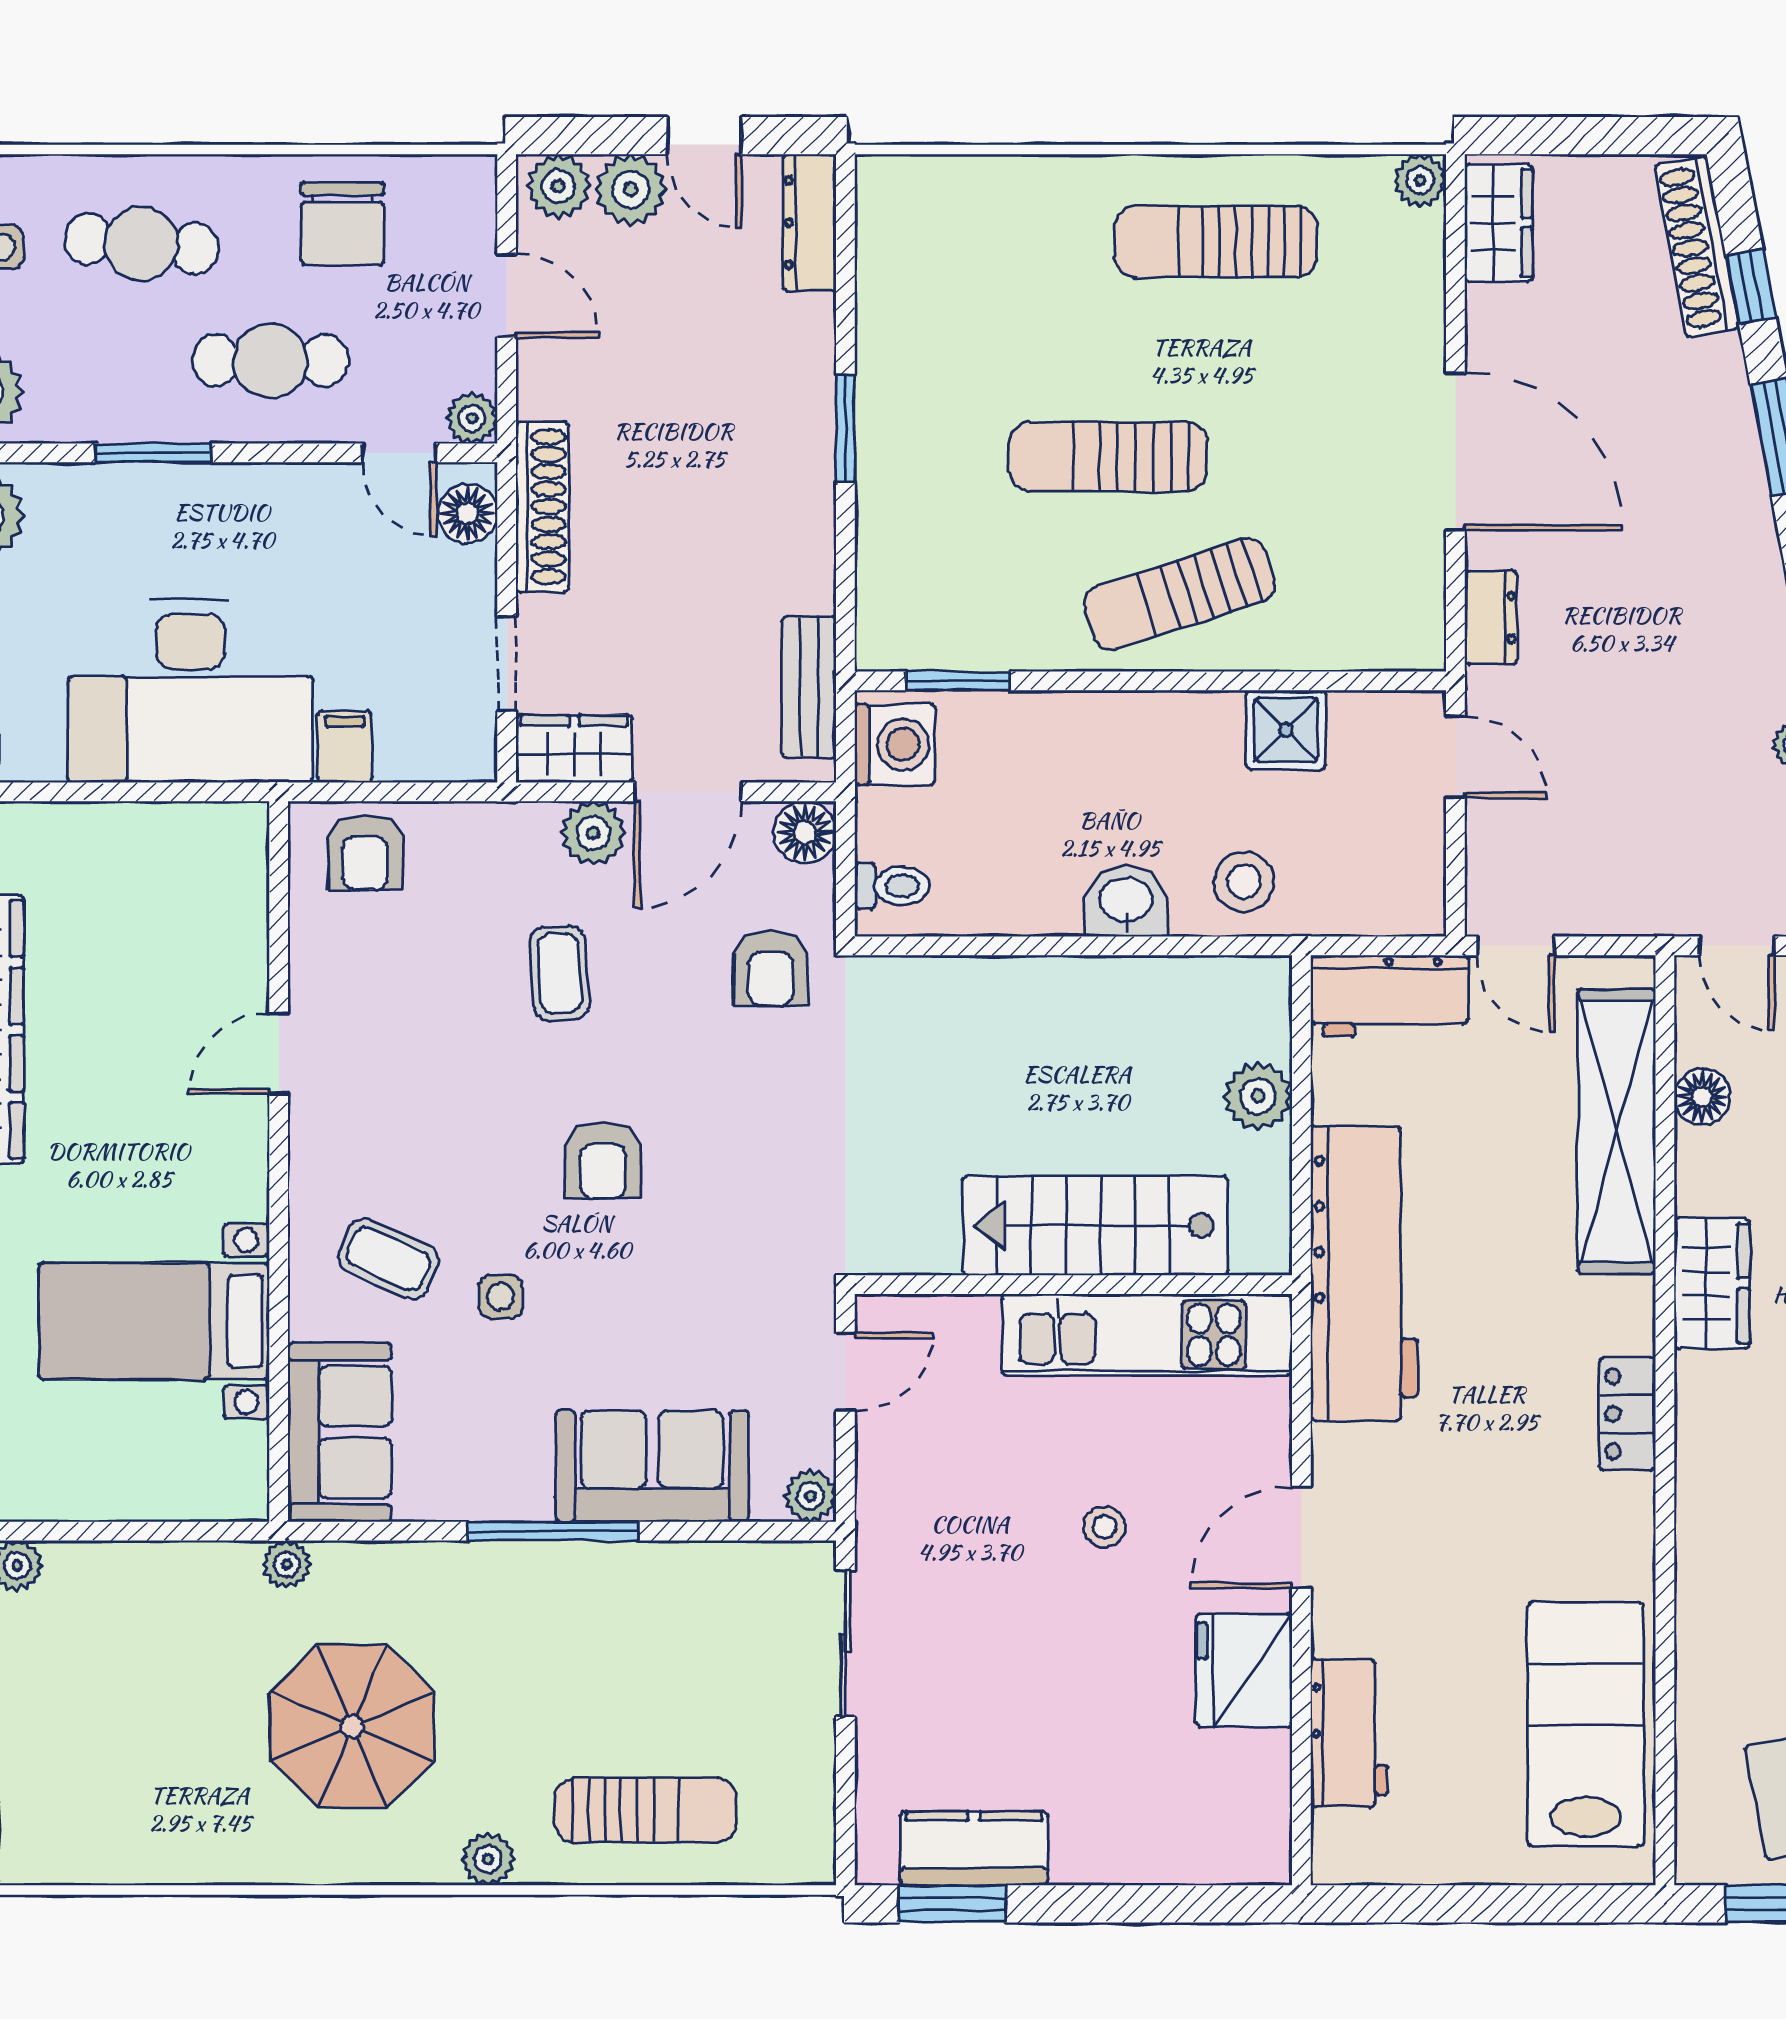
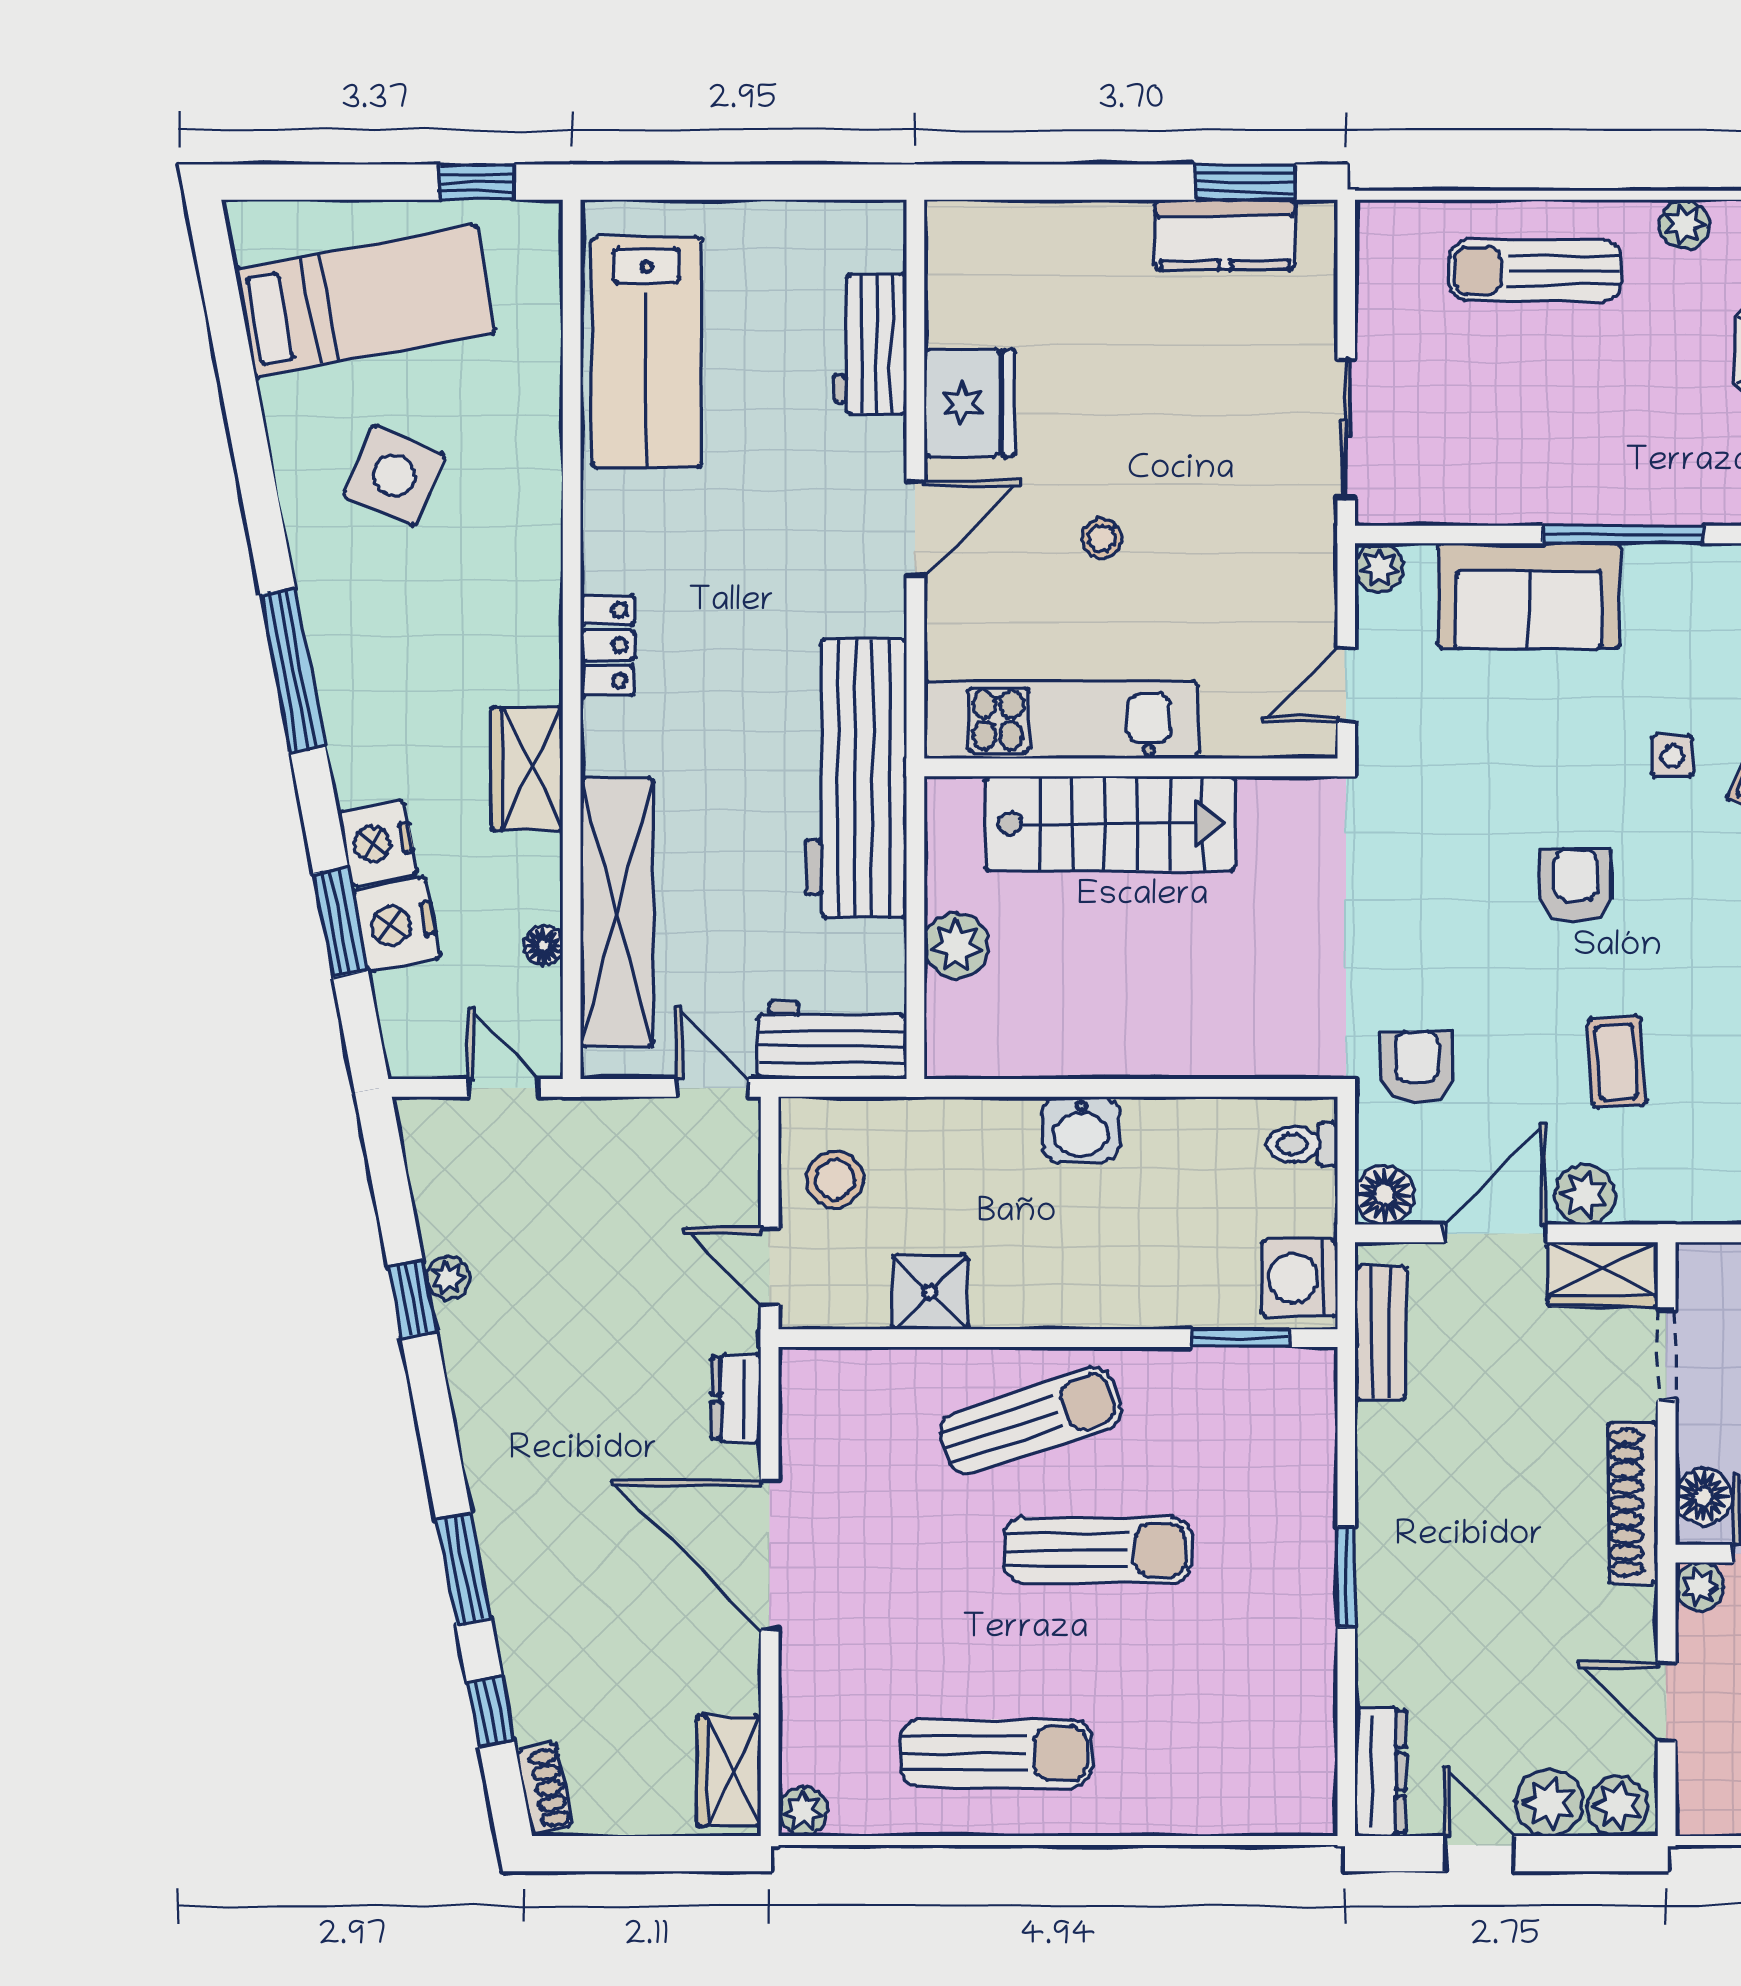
shoe rack: (1697, 247) -> (544, 1789), width x0.51, depth x0.81
stool: (1244, 882) -> (835, 1179), moved
floor lamp: (1702, 1097) -> (544, 945), width x0.73, depth x0.73

